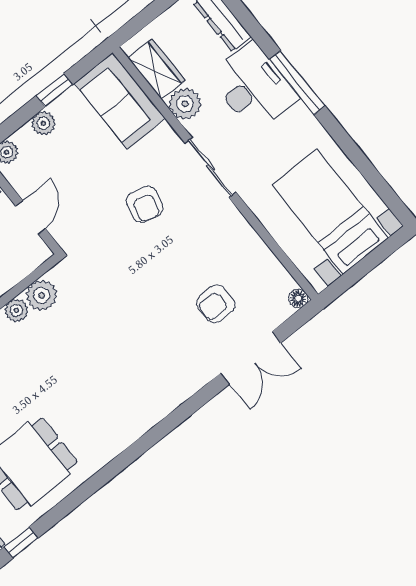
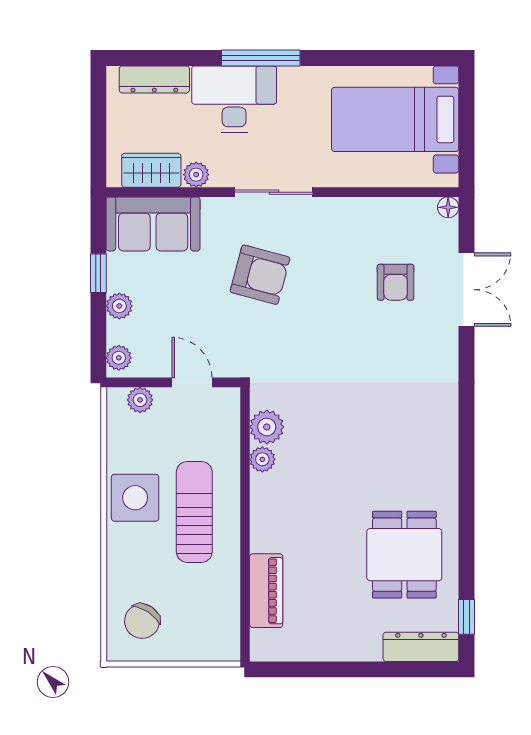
plant: (185, 104) -> (196, 175), width x0.73, depth x0.73
armchair: (145, 204) -> (260, 275), width x1.38, depth x1.38

